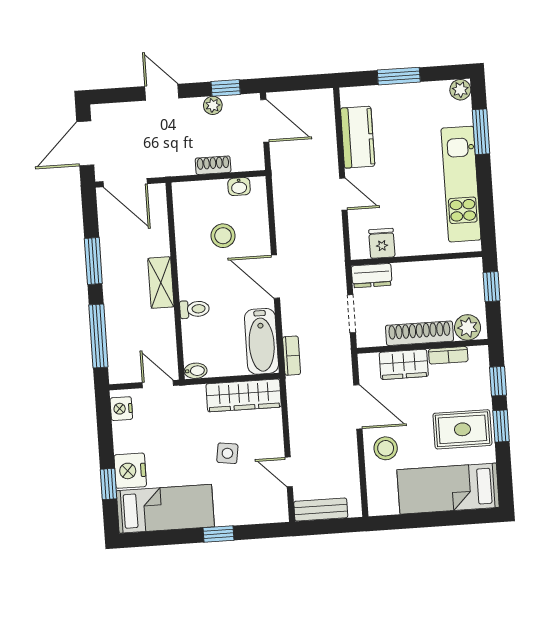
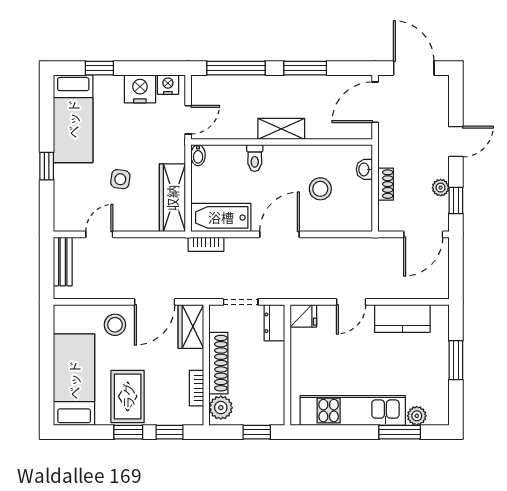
plant: (460, 90) -> (417, 416), moved
washbasin: (239, 187) -> (364, 169), moved
fridge: (382, 243) -> (303, 316), moved
wardrobe: (404, 364) -> (191, 326), moved
nightstand: (130, 471) -> (140, 89), moved

